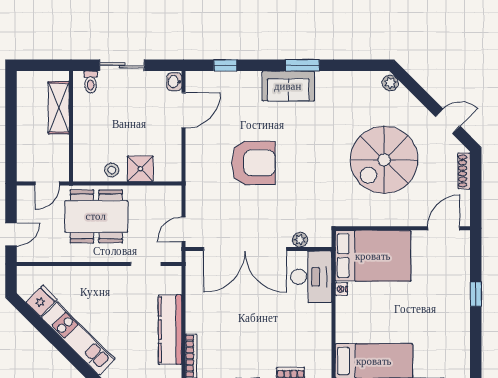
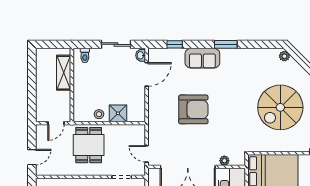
sliding door: (122, 65) -> (116, 44), moved
sofa: (288, 86) -> (202, 58), moved
dining table: (96, 216) -> (89, 145), width x0.73
door: (184, 230) -> (147, 154), hinge flipped

